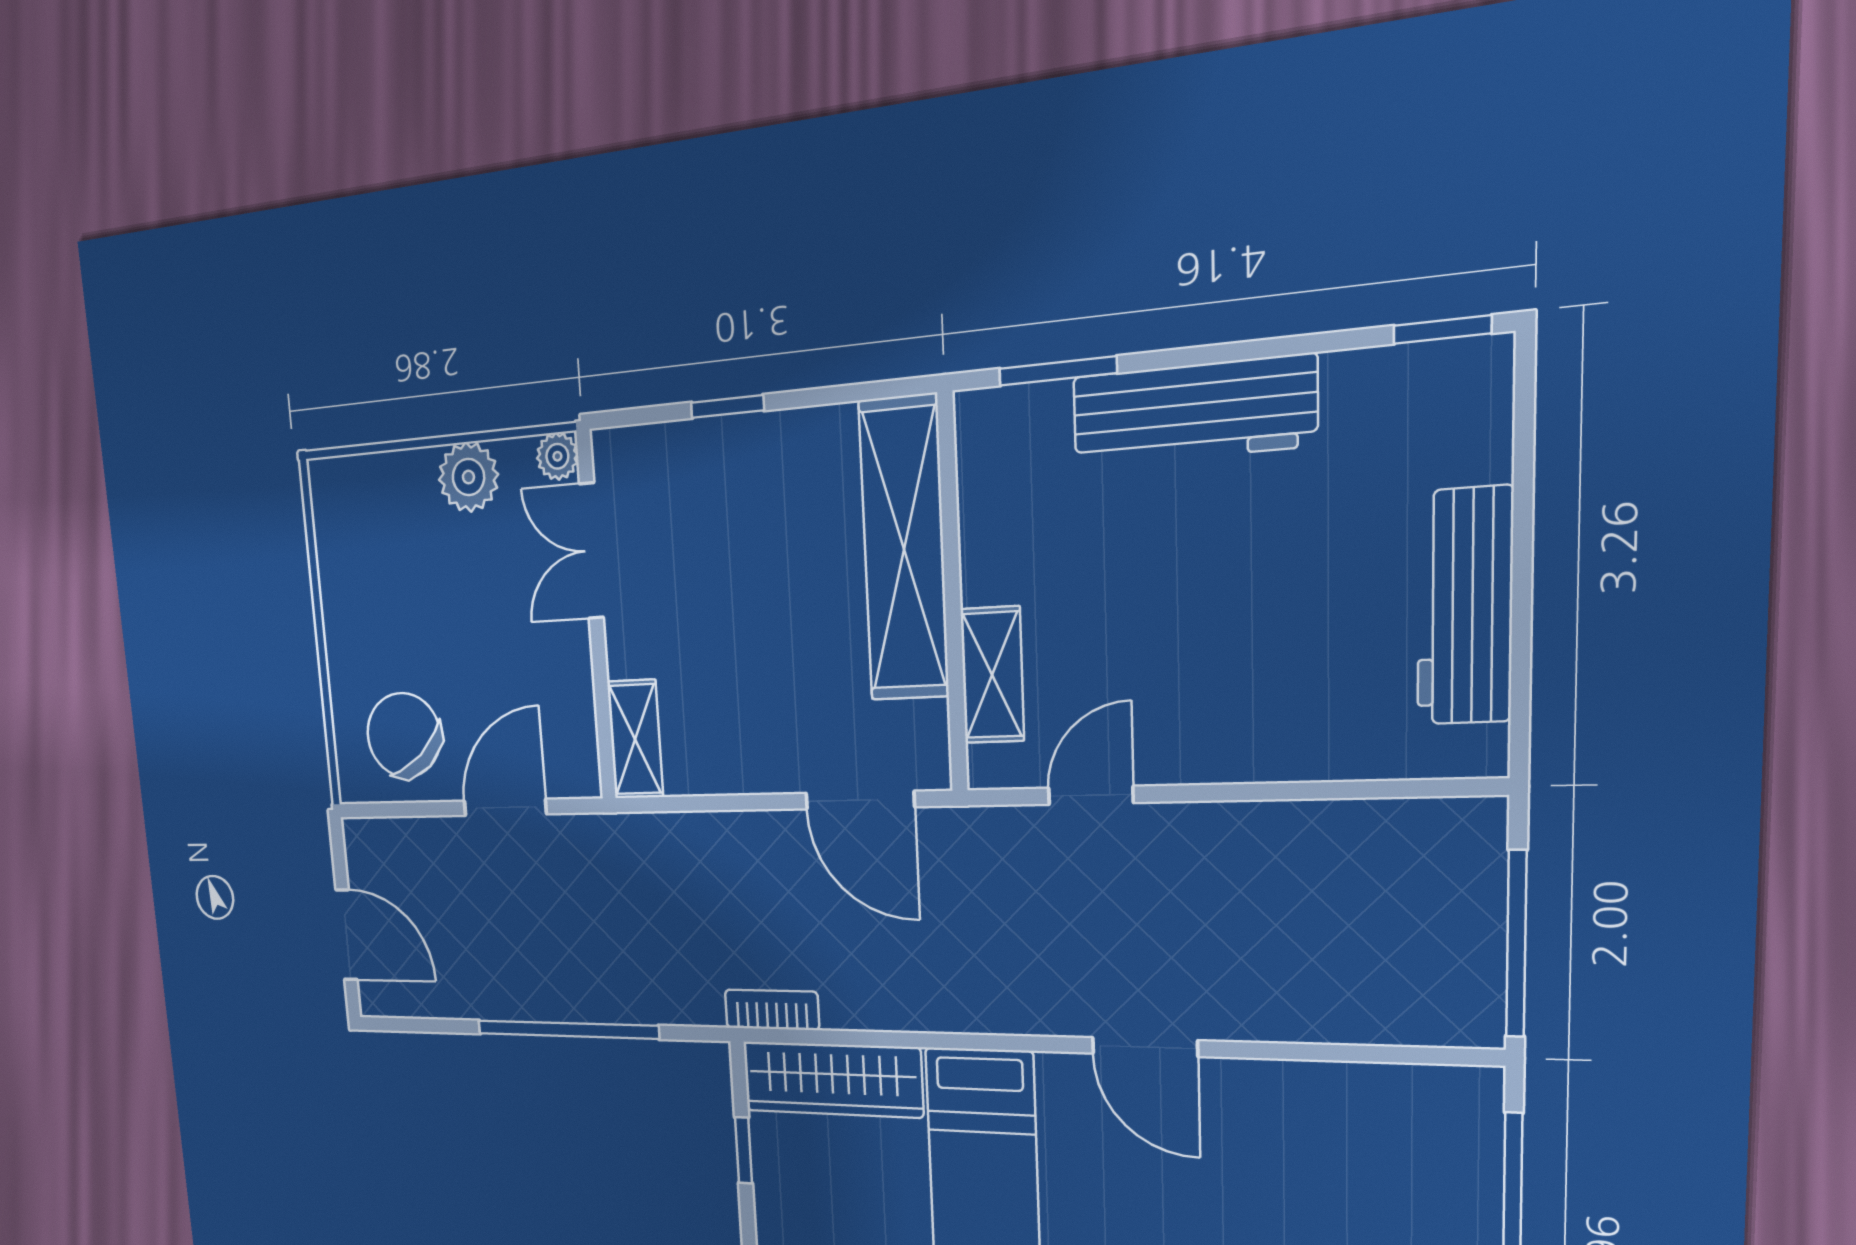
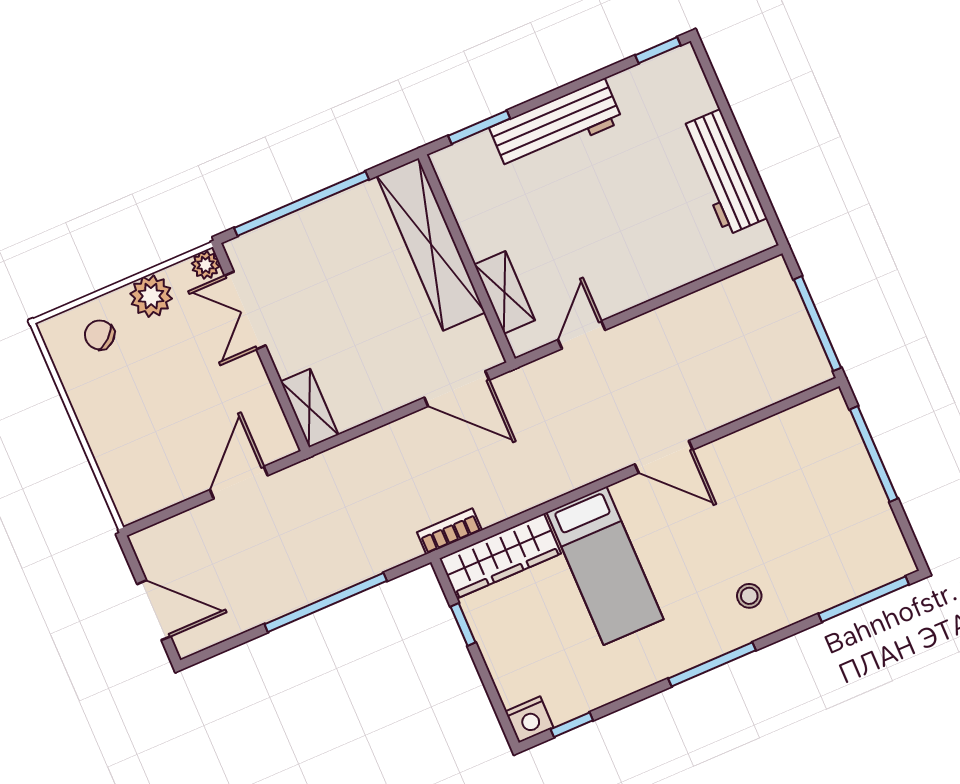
window: (727, 406) -> (302, 204), width x3.17
chair: (404, 735) -> (100, 335), moved, width x0.54, depth x0.54

